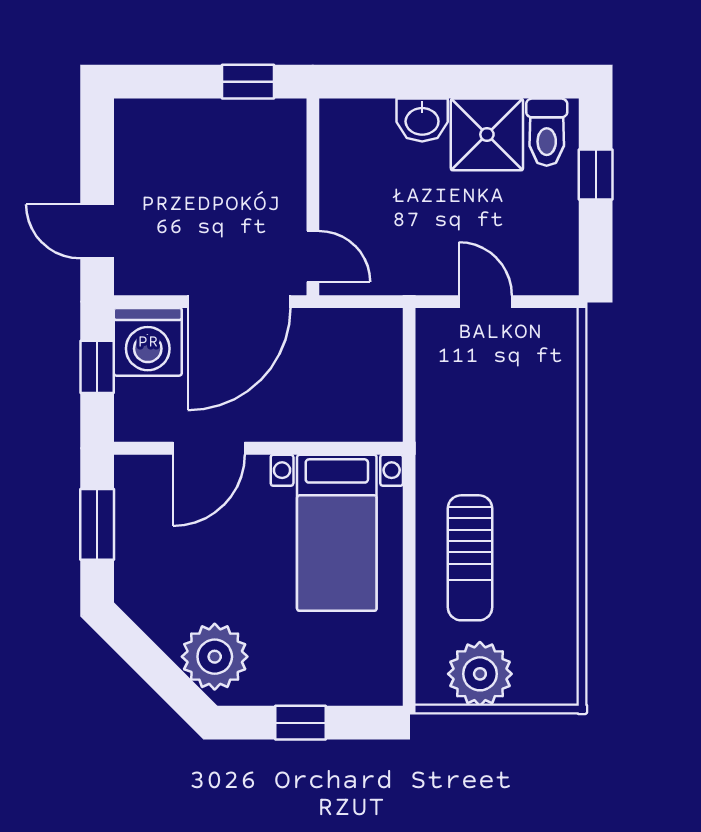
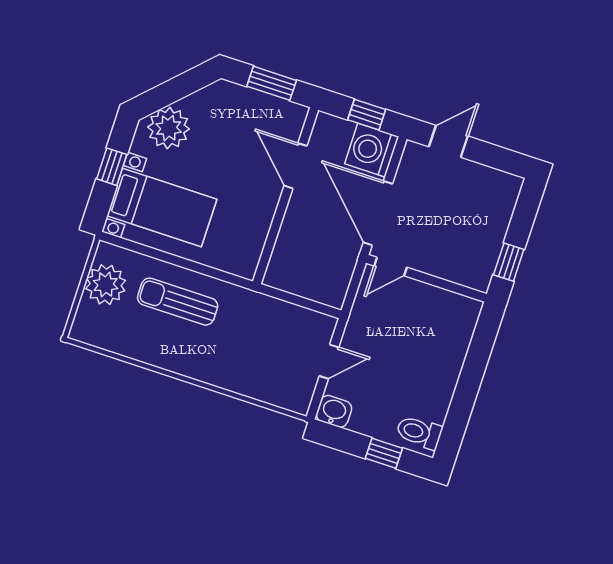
washbasin: (422, 120) -> (334, 411), moved, turned 90
shower: (487, 134) -> (430, 396), removed
bed with nightstands: (337, 533) -> (162, 207), moved, turned 180

